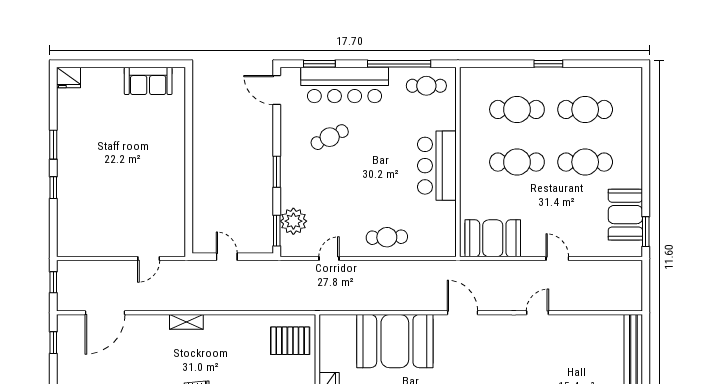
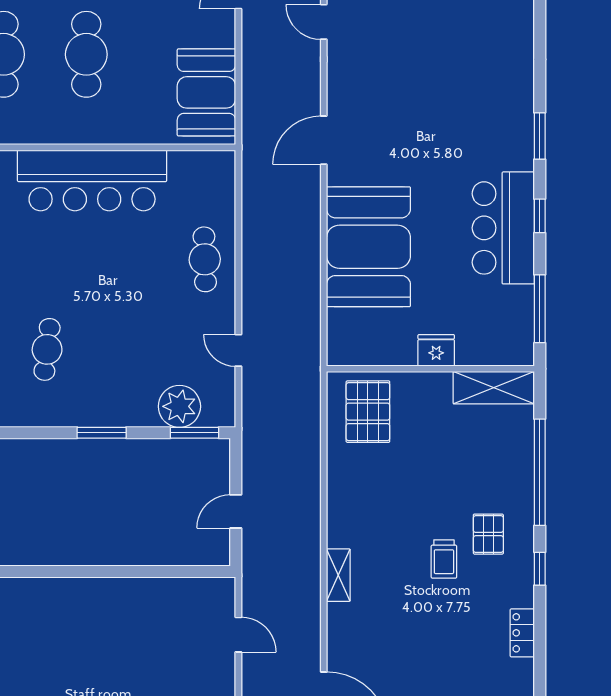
cafe table: (330, 137) -> (47, 349), turned 33
bar counter: (437, 166) -> (92, 180), width x1.36

